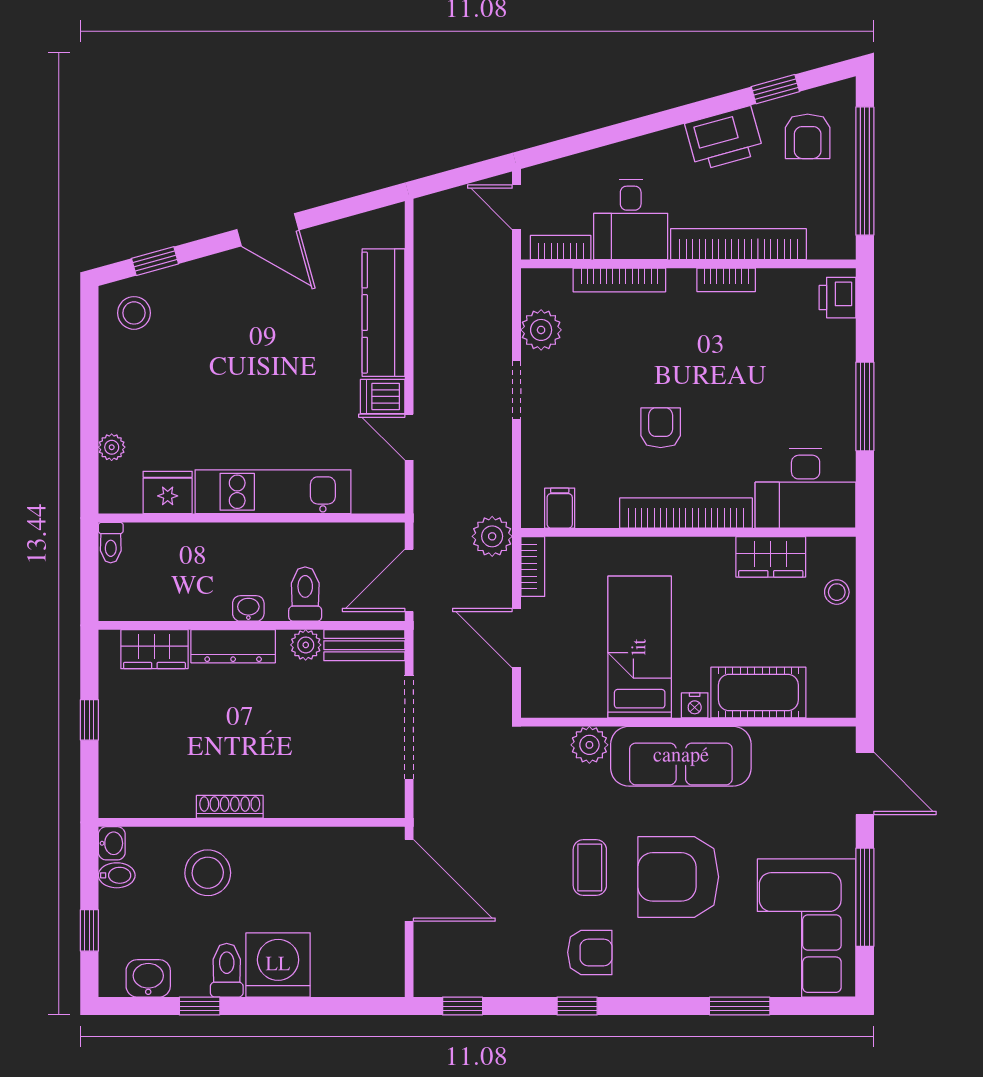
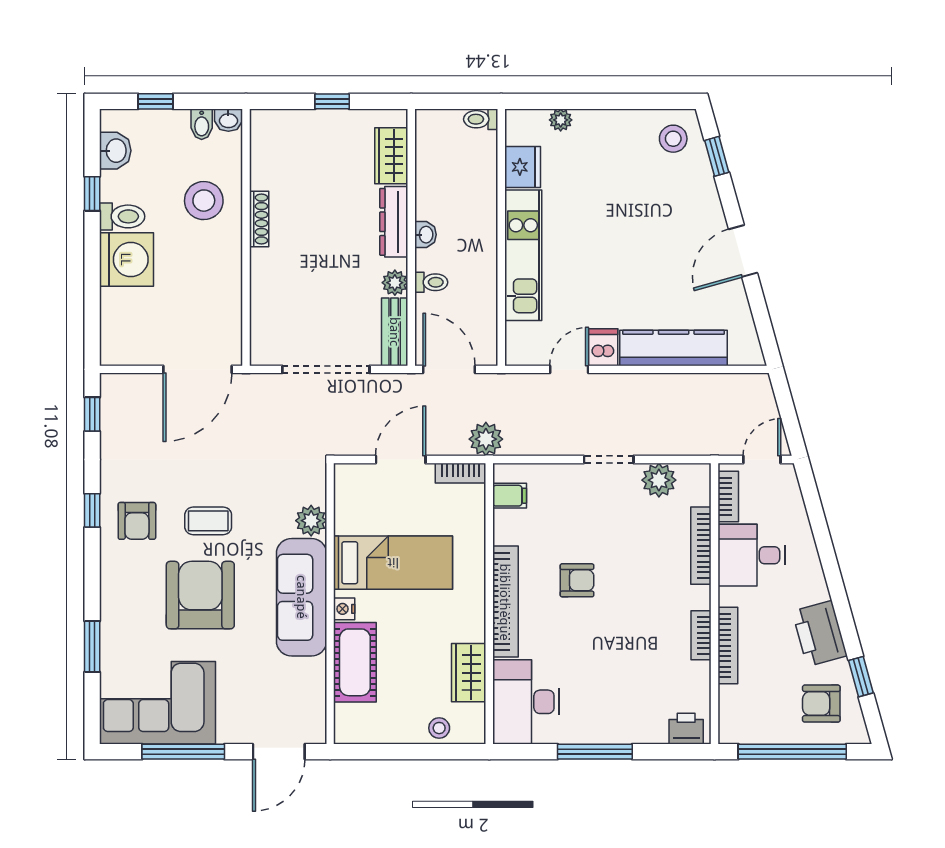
bookcase: (738, 244) -> (728, 646), width x0.68, depth x0.76
toilet: (305, 594) -> (431, 282), width x0.73, depth x0.72

